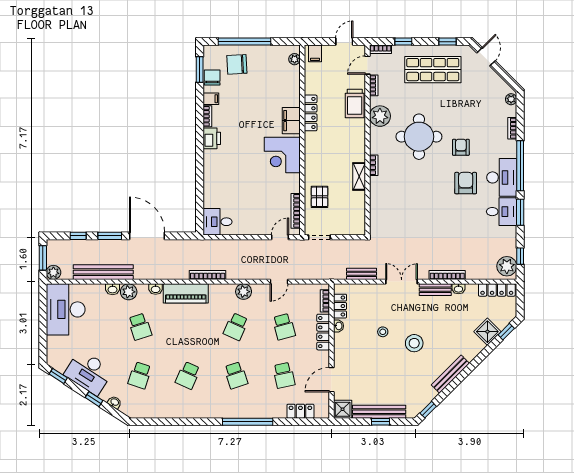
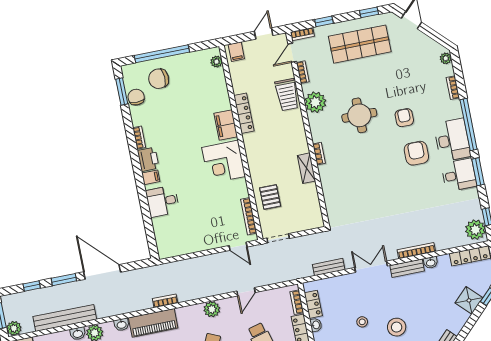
filing cabinet: (211, 99) -> (151, 177), moved
round table: (419, 137) -> (359, 115), width x0.73, depth x0.73
desk: (217, 222) -> (163, 201), moved
door: (280, 237) -> (238, 246), swing flipped
bookcase: (208, 275) -> (165, 301), width x0.64

